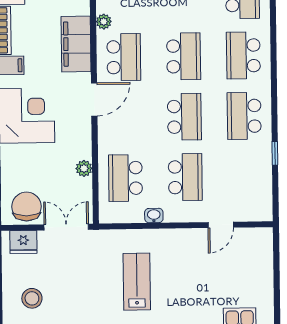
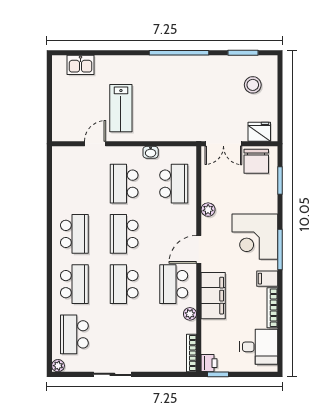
window: (275, 153) -> (49, 203), removed
plant: (84, 168) -> (208, 210), moved
lab bench: (137, 282) -> (121, 108), moved

